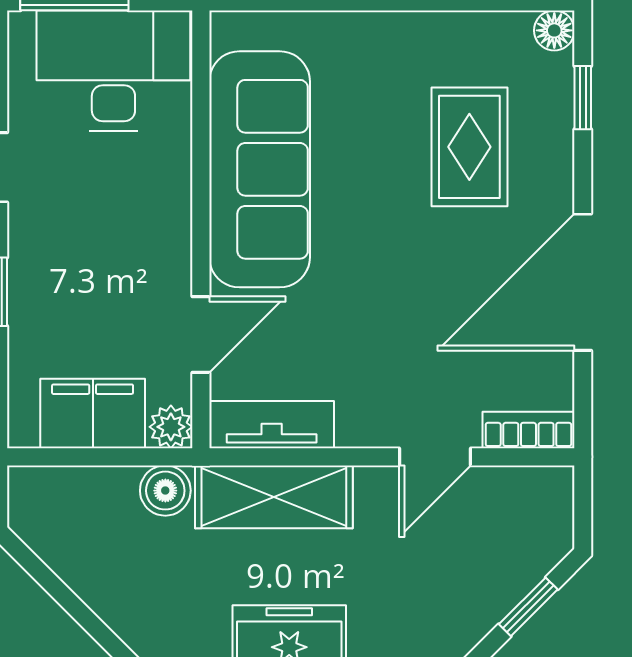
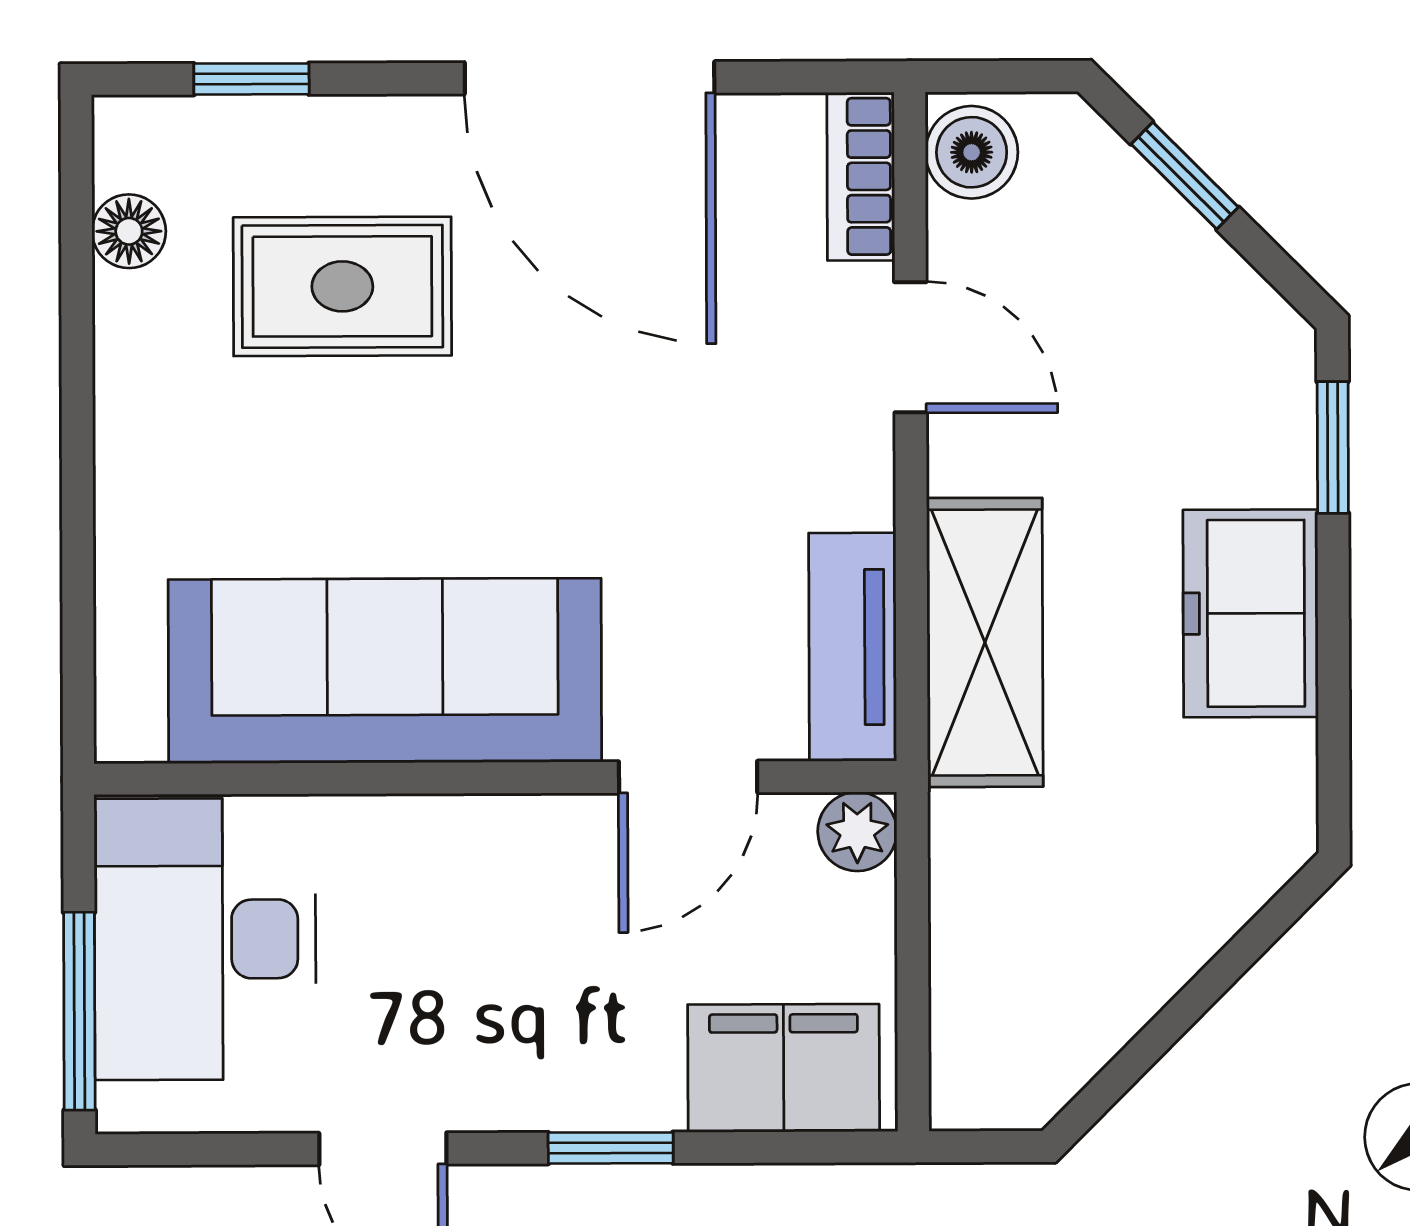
floor lamp: (554, 30) -> (129, 231), moved
door: (201, 335) -> (688, 777), swing flipped
filing cabinet: (93, 414) -> (784, 1068), moved, turned 90
boiler: (165, 491) -> (972, 152), moved

